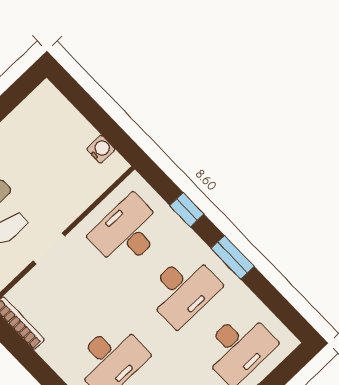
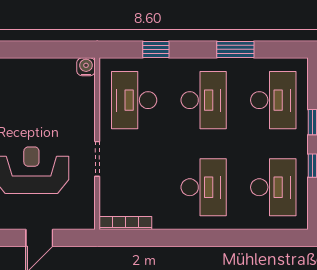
water cooler: (101, 149) -> (86, 67), moved
window: (233, 257) -> (235, 49), moved

